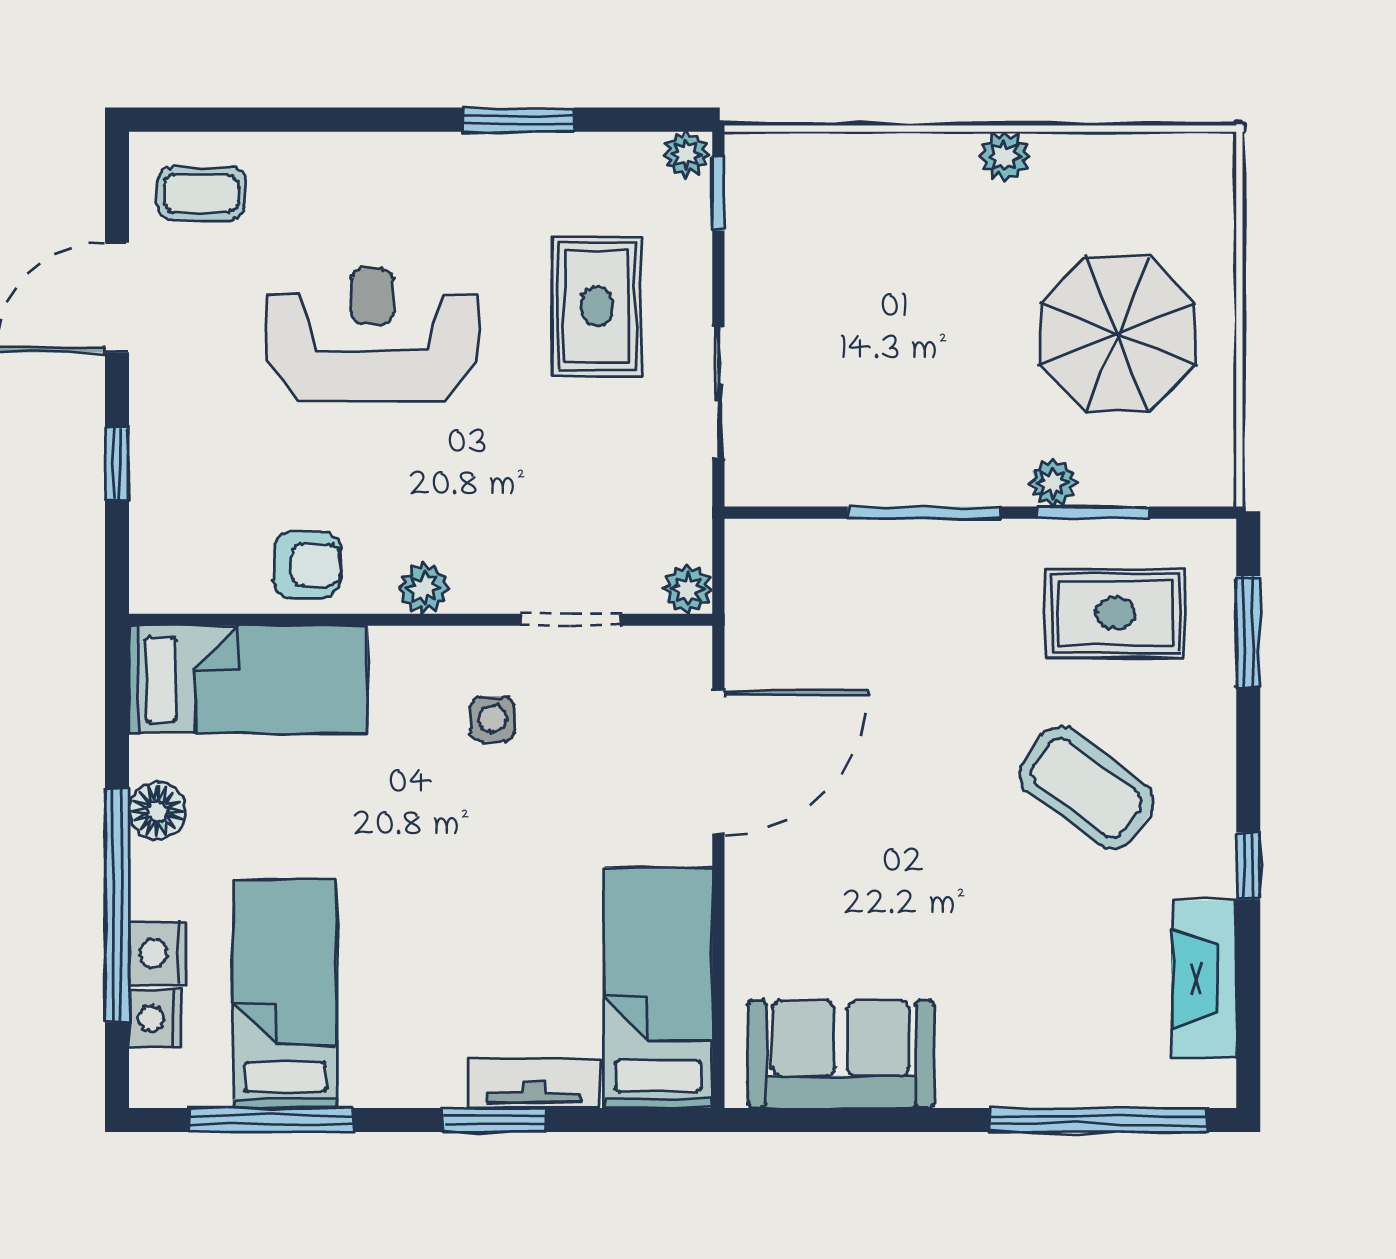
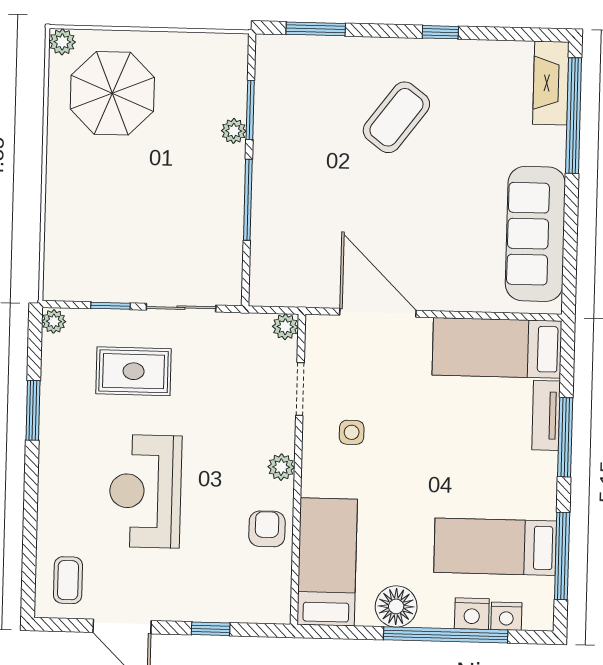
plant: (1004, 156) -> (62, 42), moved
window: (718, 194) -> (111, 306), moved
parasol: (1118, 334) -> (112, 93), moved
rug: (1115, 613) -> (304, 99), removed
floor lamp: (157, 811) -> (396, 606), width x1.38, depth x1.38
fireplace: (1204, 979) -> (551, 83), moved, turned 90
sofa: (841, 1054) -> (535, 234), width x1.36
window: (494, 1120) -> (565, 437), width x1.44

